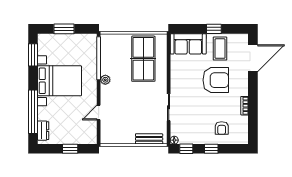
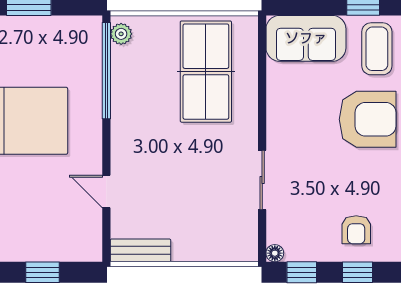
plant: (105, 80) -> (121, 34), moved
door: (99, 112) -> (106, 191), hinge flipped
armchair: (222, 128) -> (356, 230), moved
bench: (149, 139) -> (140, 250), moved

